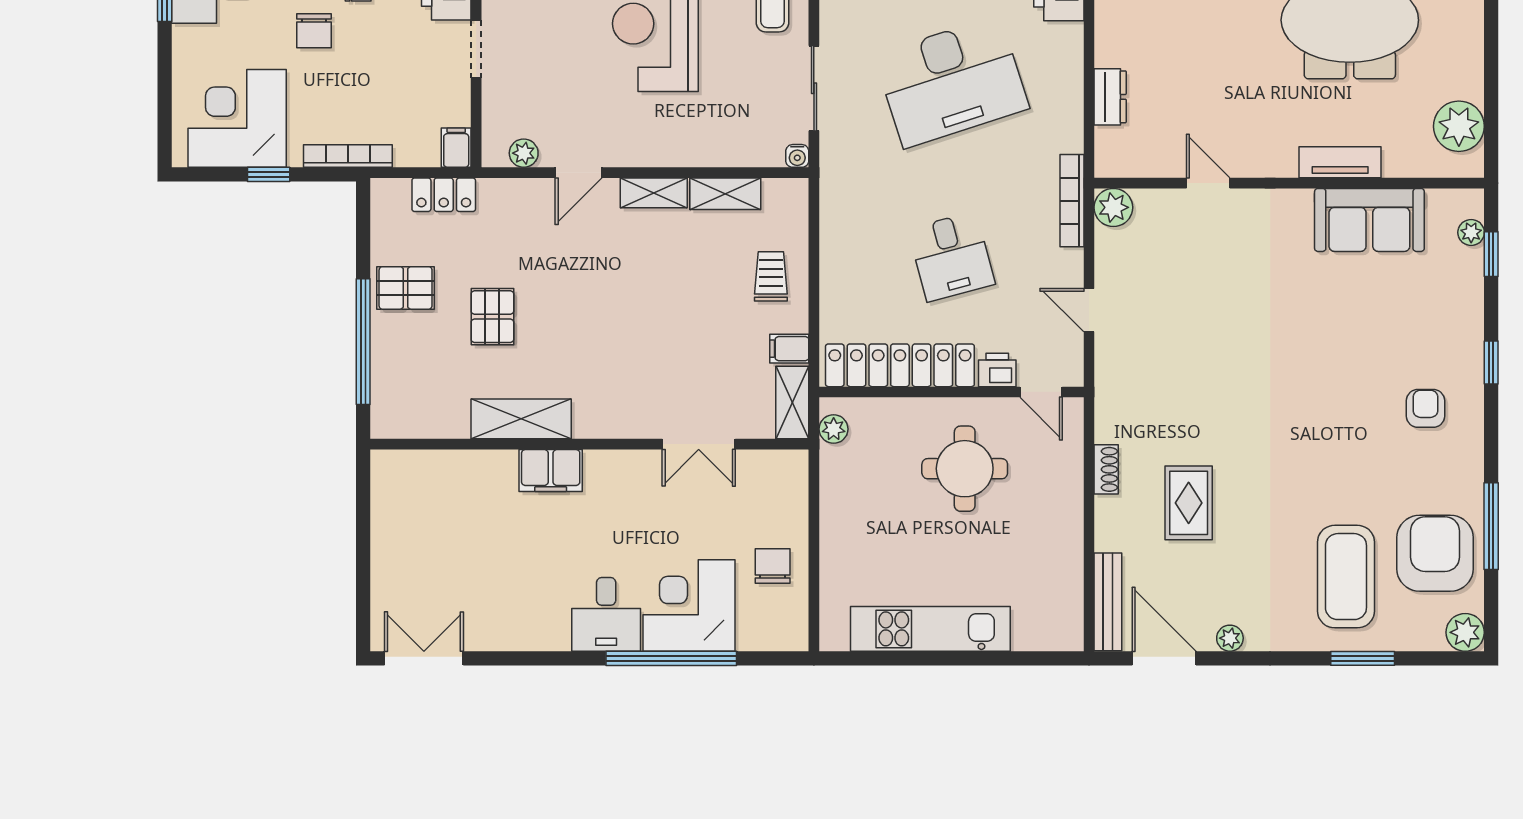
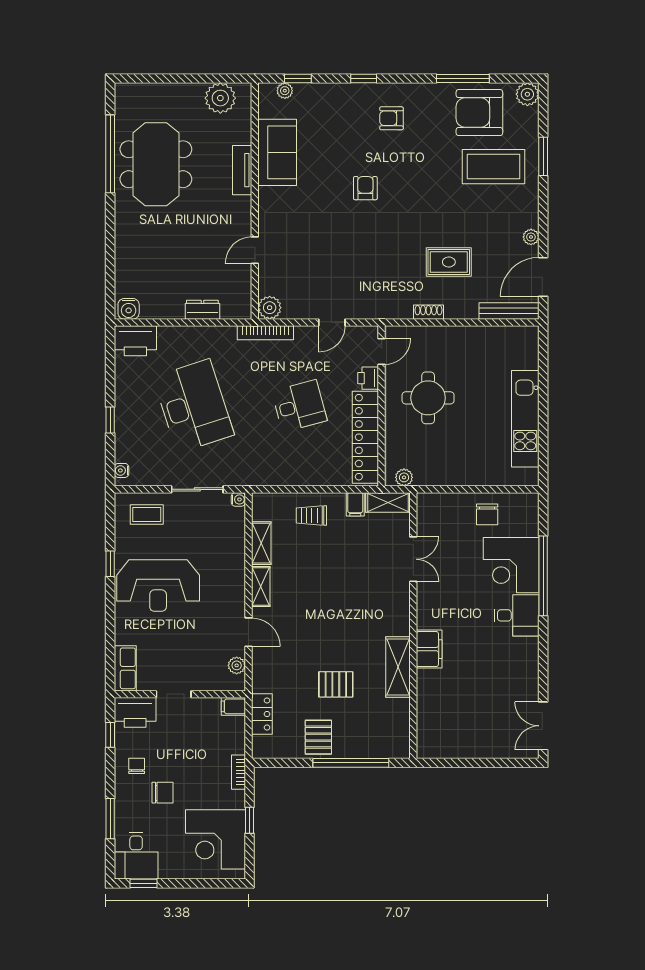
bookcase: (348, 156) -> (238, 772), width x0.64
armchair: (1310, 365) -> (365, 188), added
chair: (773, 566) -> (487, 514), turned -90

